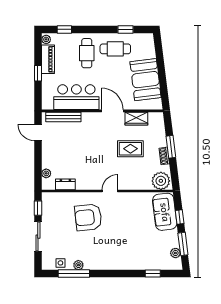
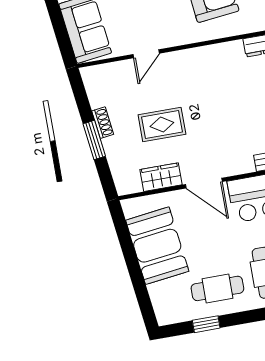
plant: (161, 181) -> (101, 80), removed
door: (110, 191) -> (146, 54), moved
window: (180, 217) -> (58, 24), removed

